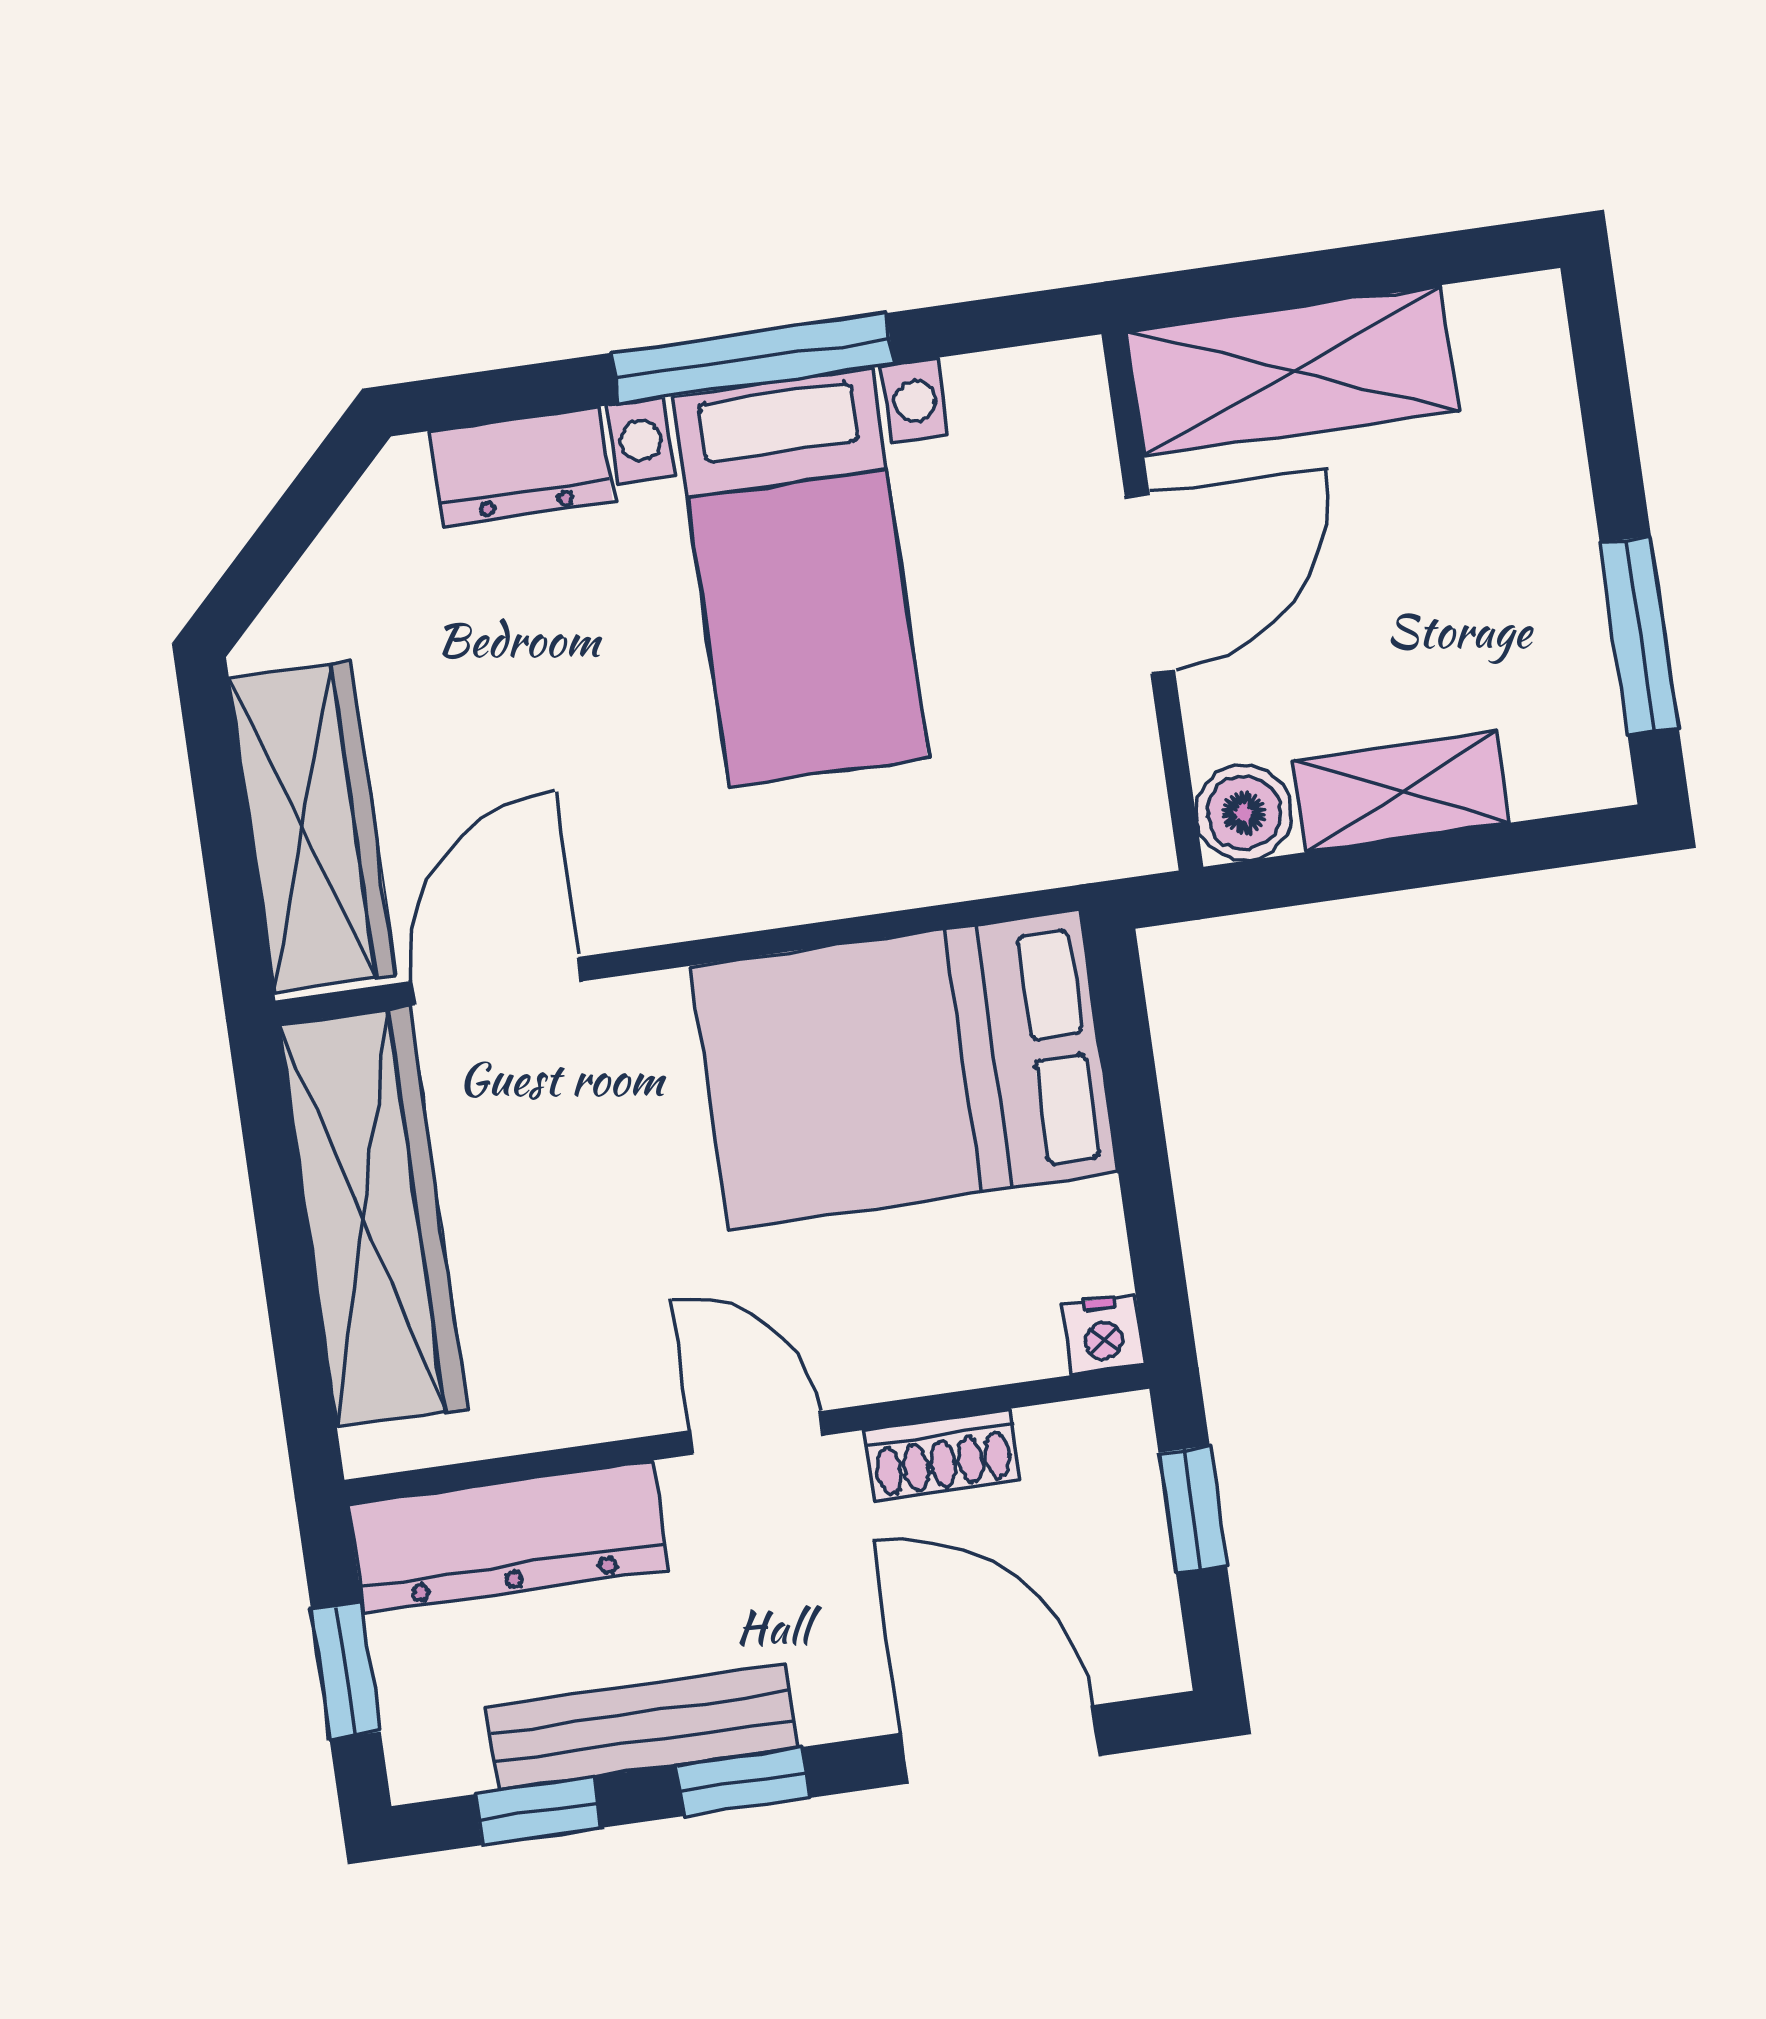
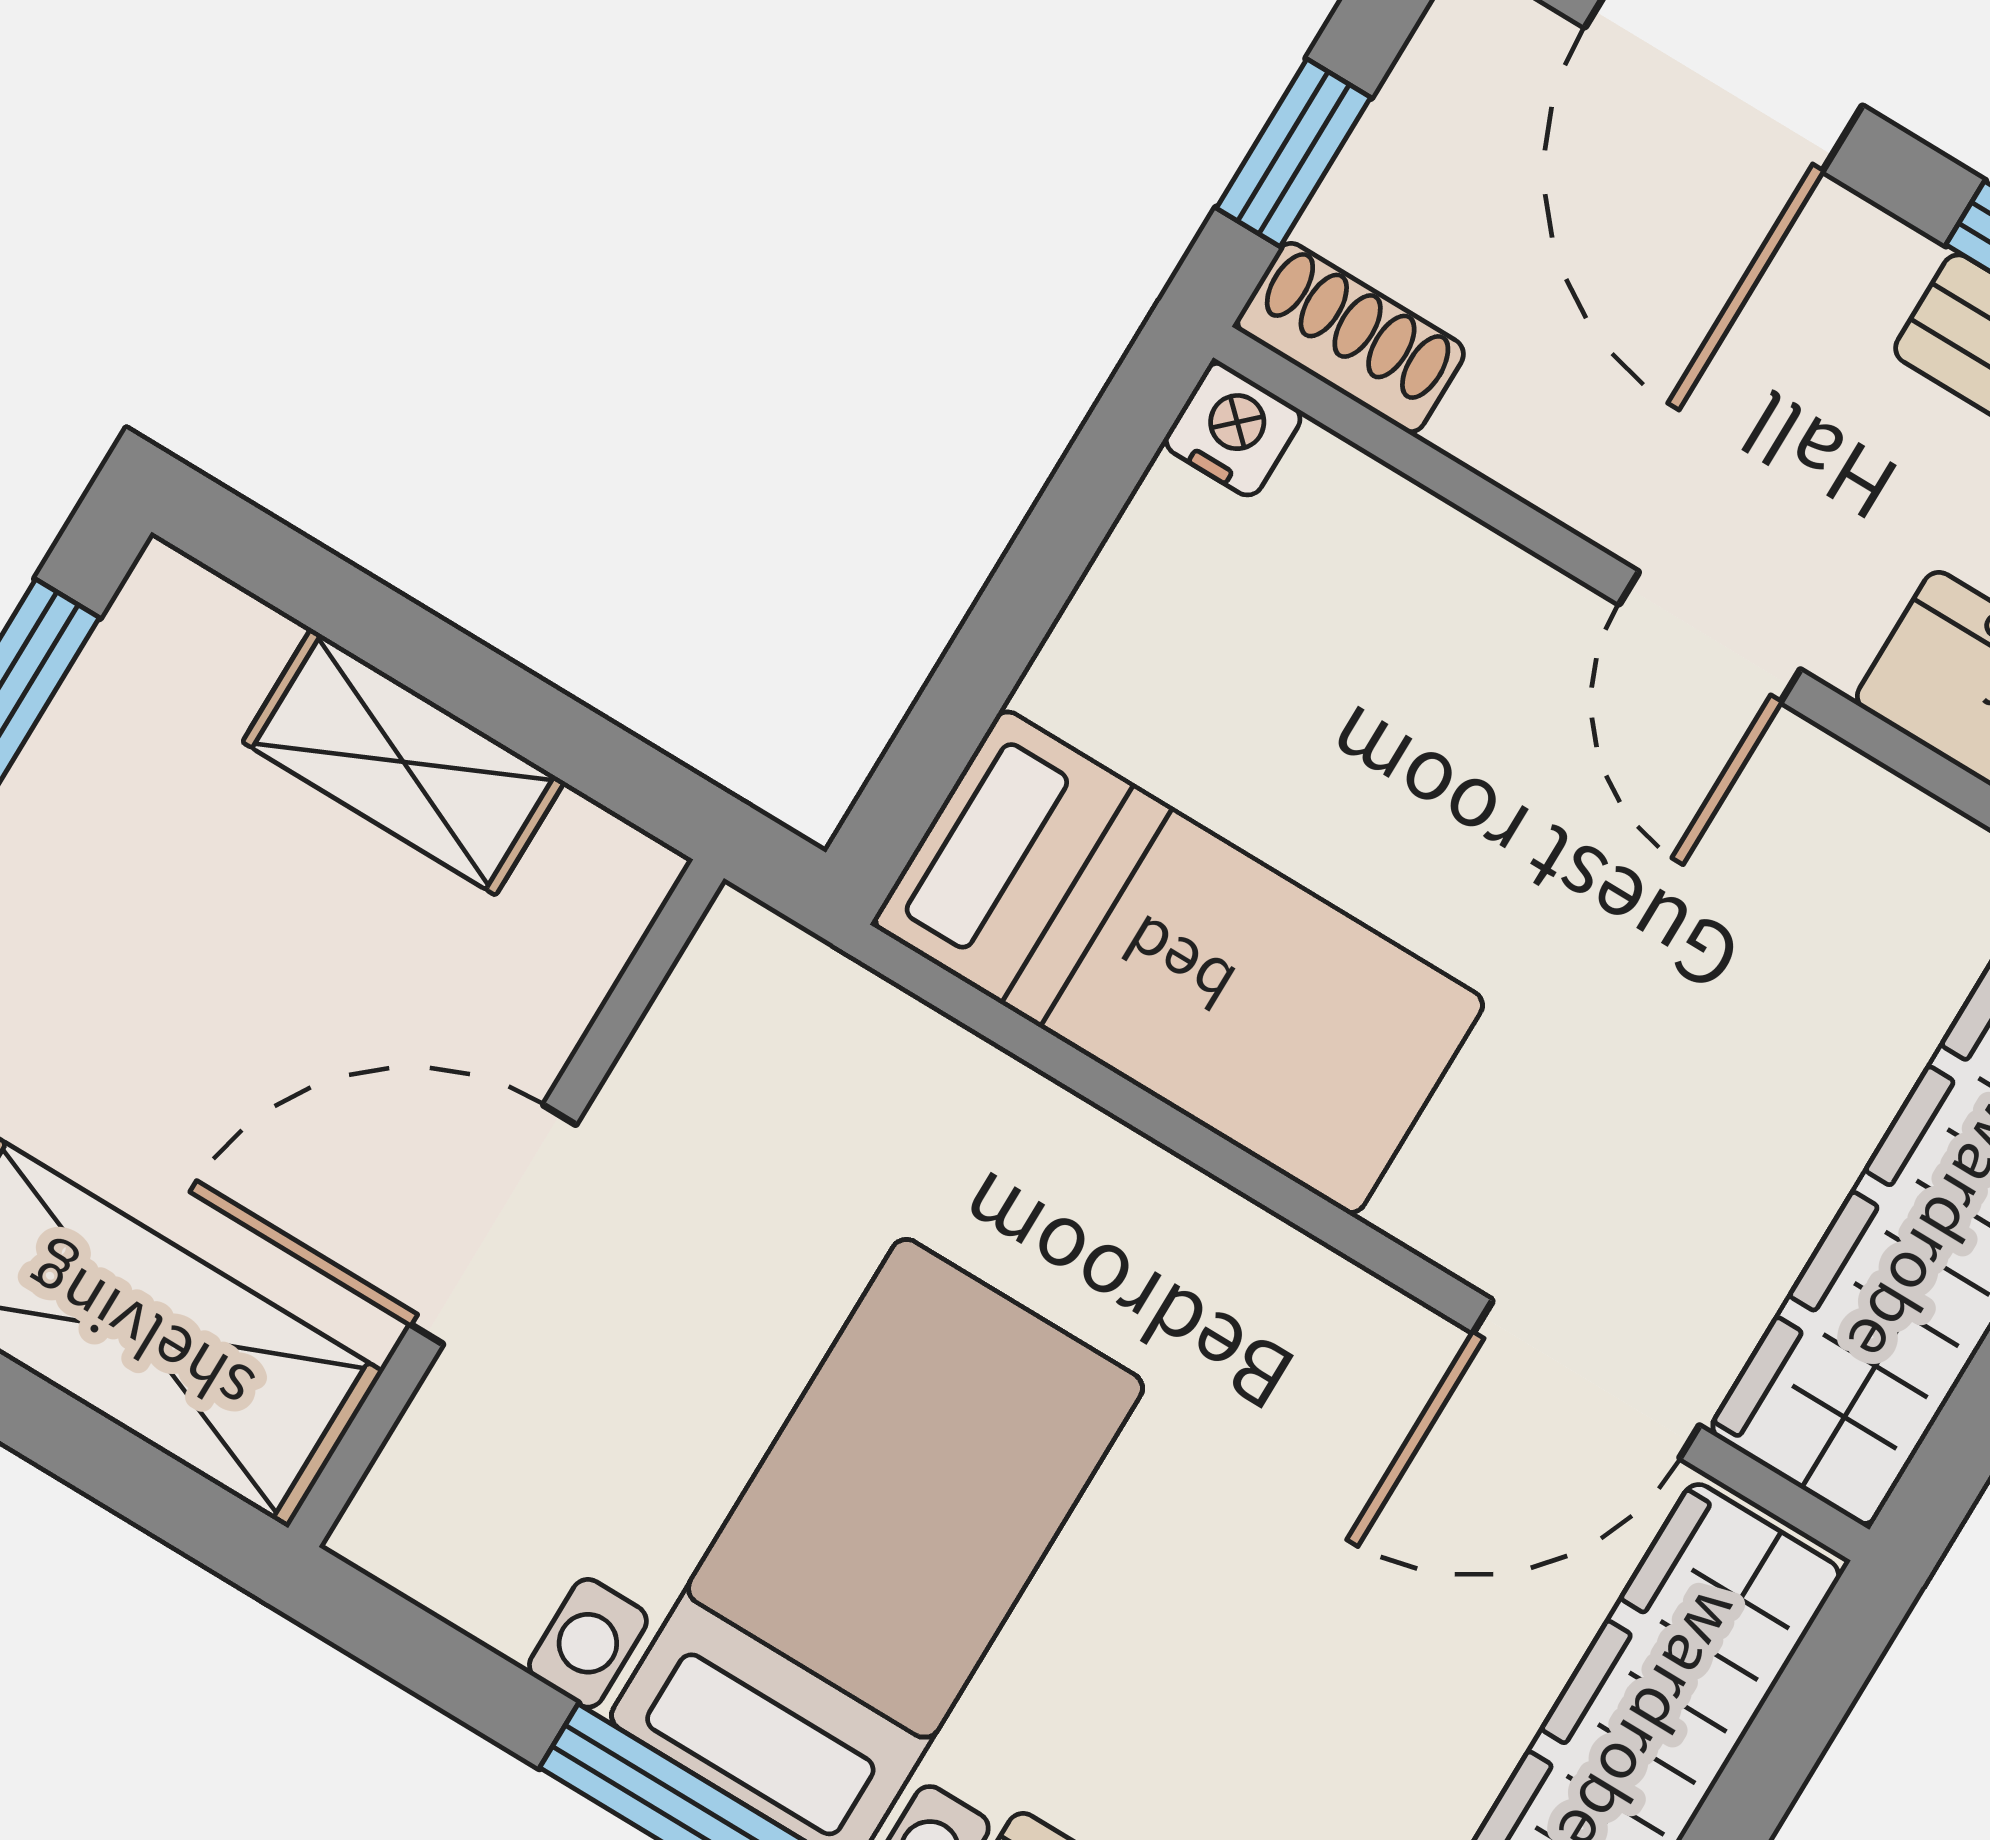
boiler: (1244, 813) -> (598, 883), removed
bed: (904, 1069) -> (1179, 962), width x0.67
shoe rack: (942, 1455) -> (1351, 338), moved

